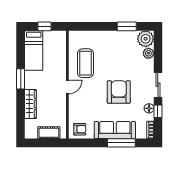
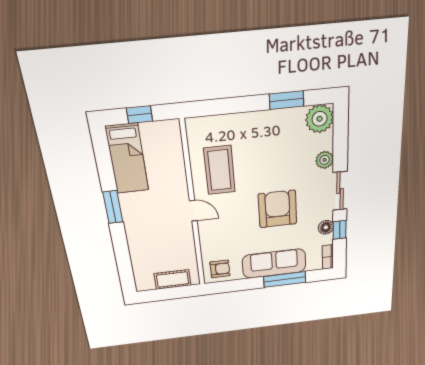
plant: (148, 53) -> (325, 160), moved
door: (67, 87) -> (193, 211), hinge flipped
wardrobe: (30, 104) -> (136, 243), removed

